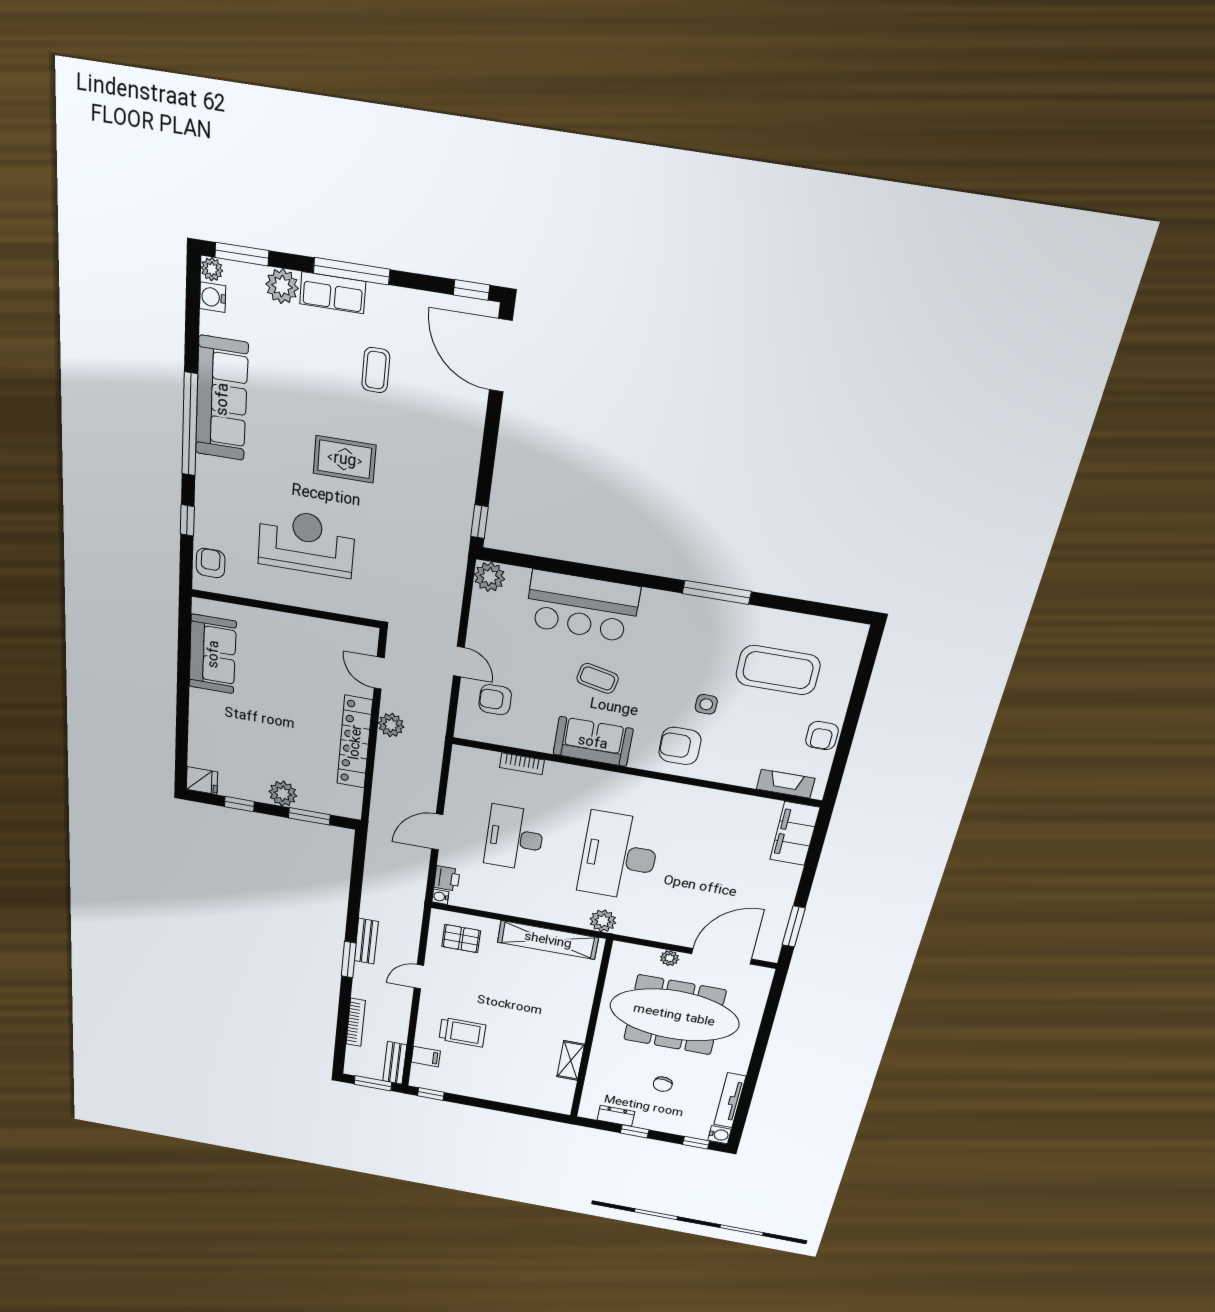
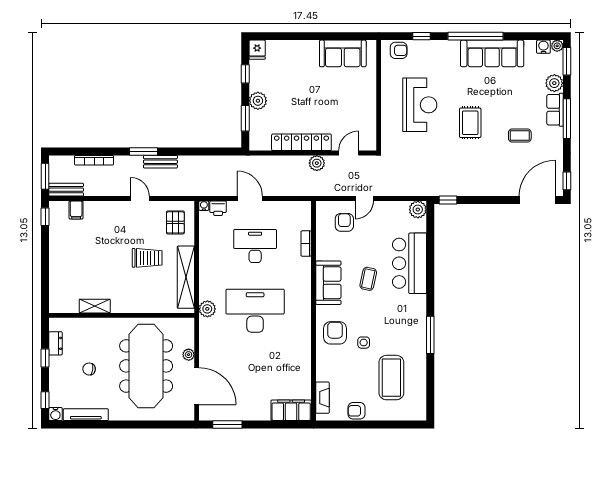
trolley: (462, 1032) -> (147, 258), moved, turned -90

